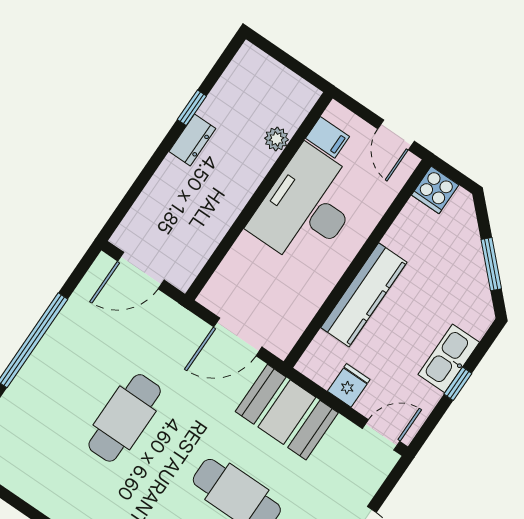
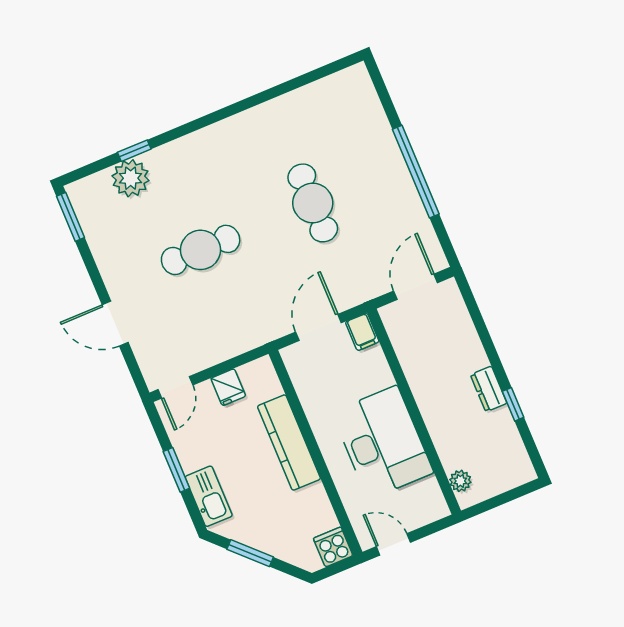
filing cabinet: (328, 137) -> (362, 332), moved, turned -90
plant: (276, 139) -> (460, 481), moved
kitchen sink: (449, 358) -> (209, 496), moved
window: (458, 384) -> (176, 470), width x1.50
booth: (287, 412) -> (238, 328), removed

